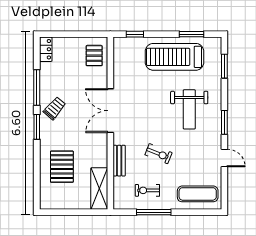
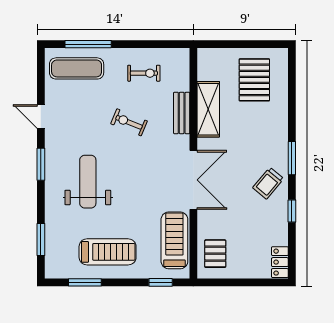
treadmill: (175, 57) -> (108, 252), width x0.73, depth x0.73
treadmill: (125, 66) -> (174, 240), added
window: (37, 87) -> (292, 211), width x0.46
pallet: (62, 167) -> (254, 80), moved
shelving: (99, 188) -> (208, 109), moved
window: (154, 212) -> (88, 44), moved

